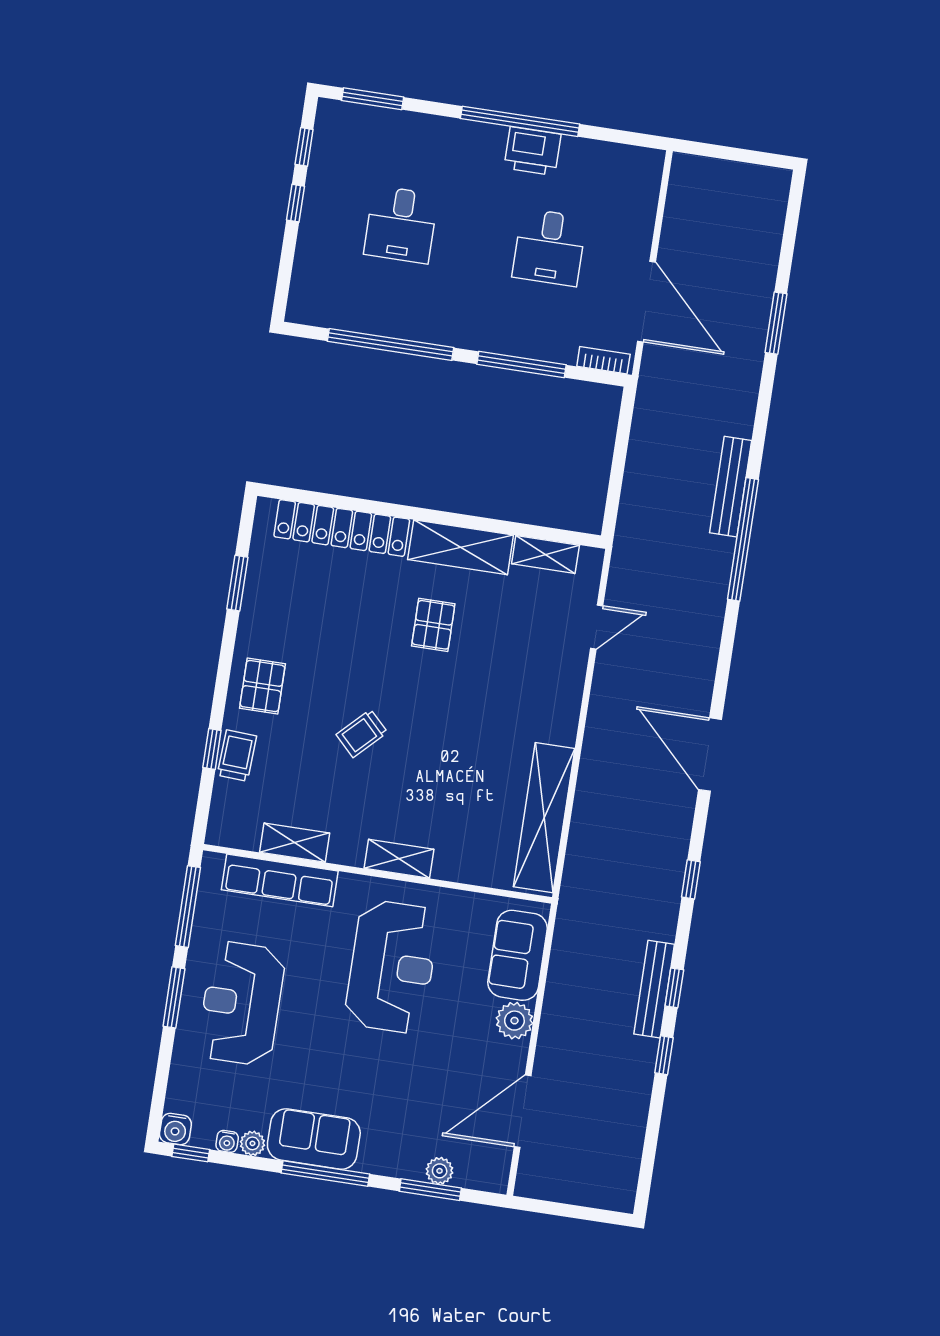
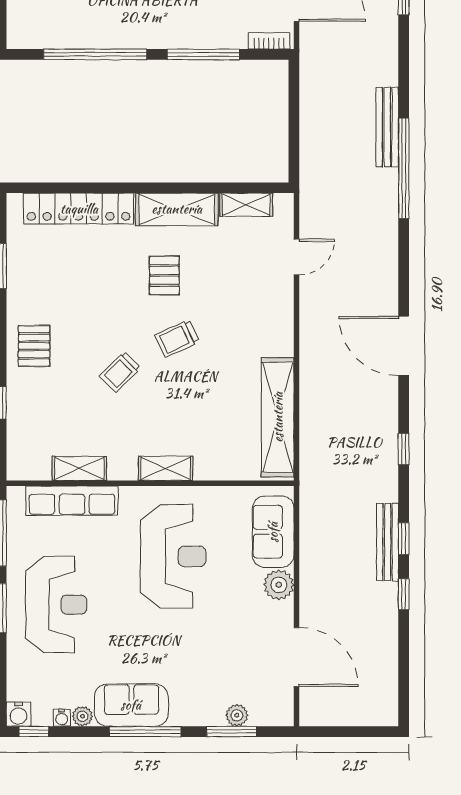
trolley: (237, 756) -> (177, 339), moved, turned -118
reception desk: (241, 1003) -> (56, 605), turned 180
door: (523, 1111) -> (296, 657), swing flipped

